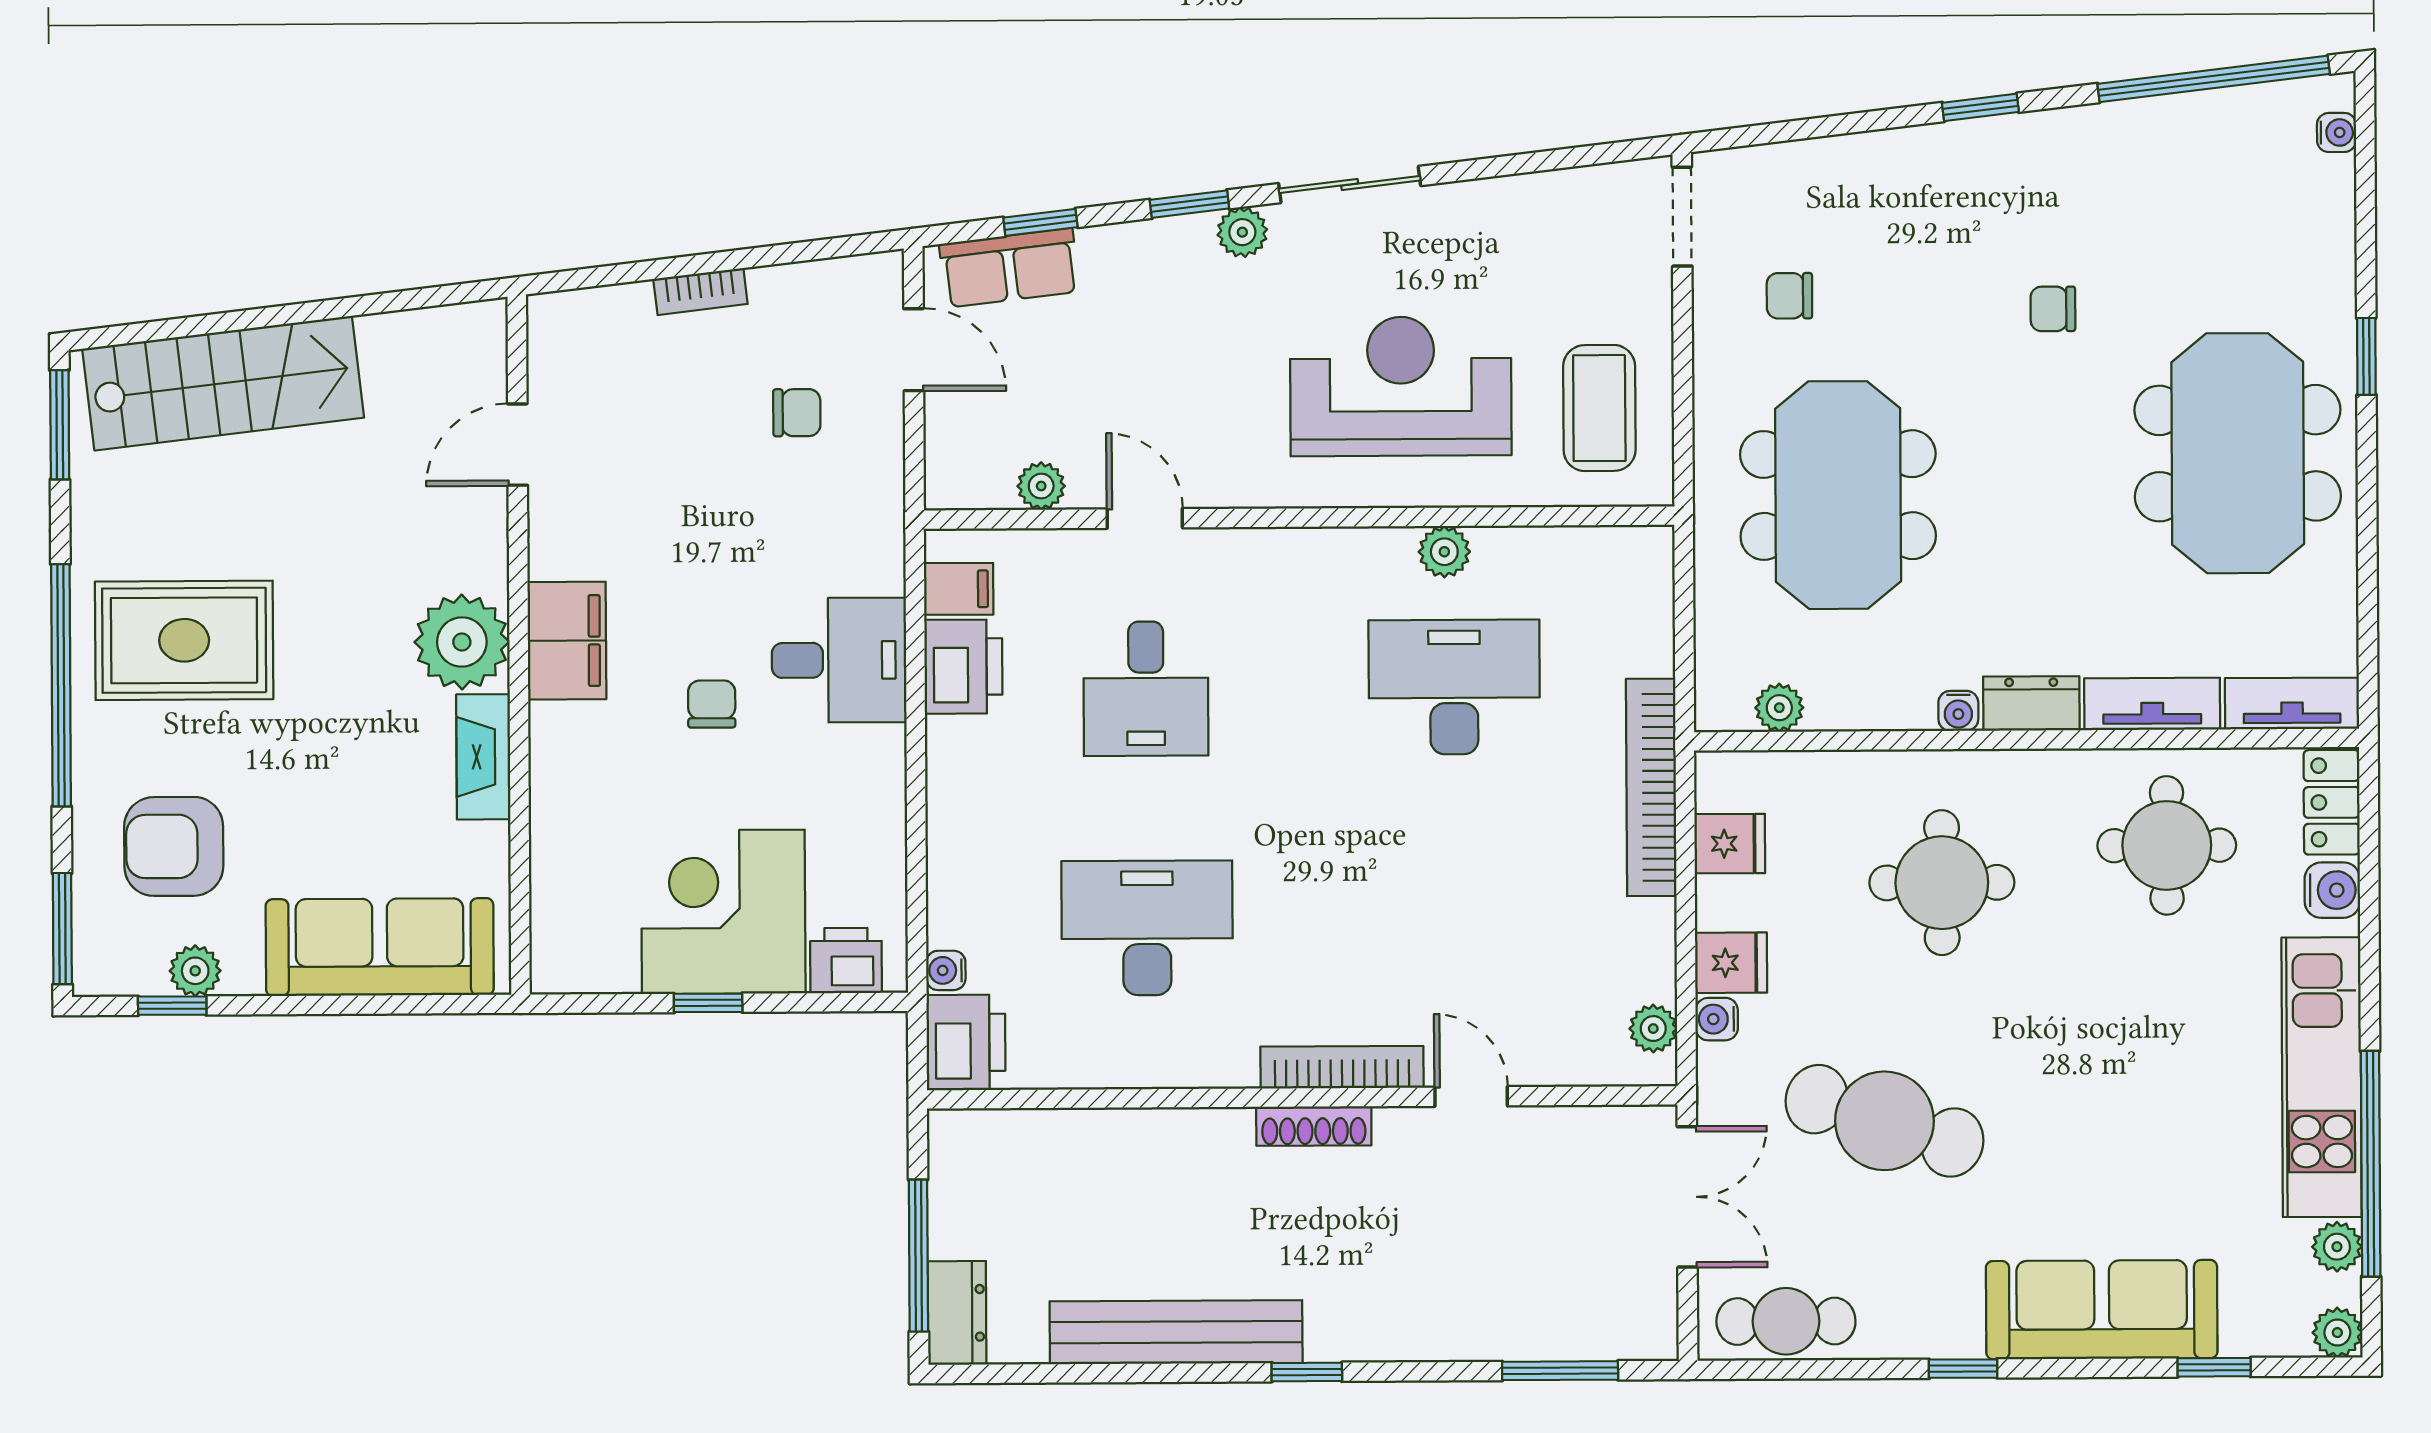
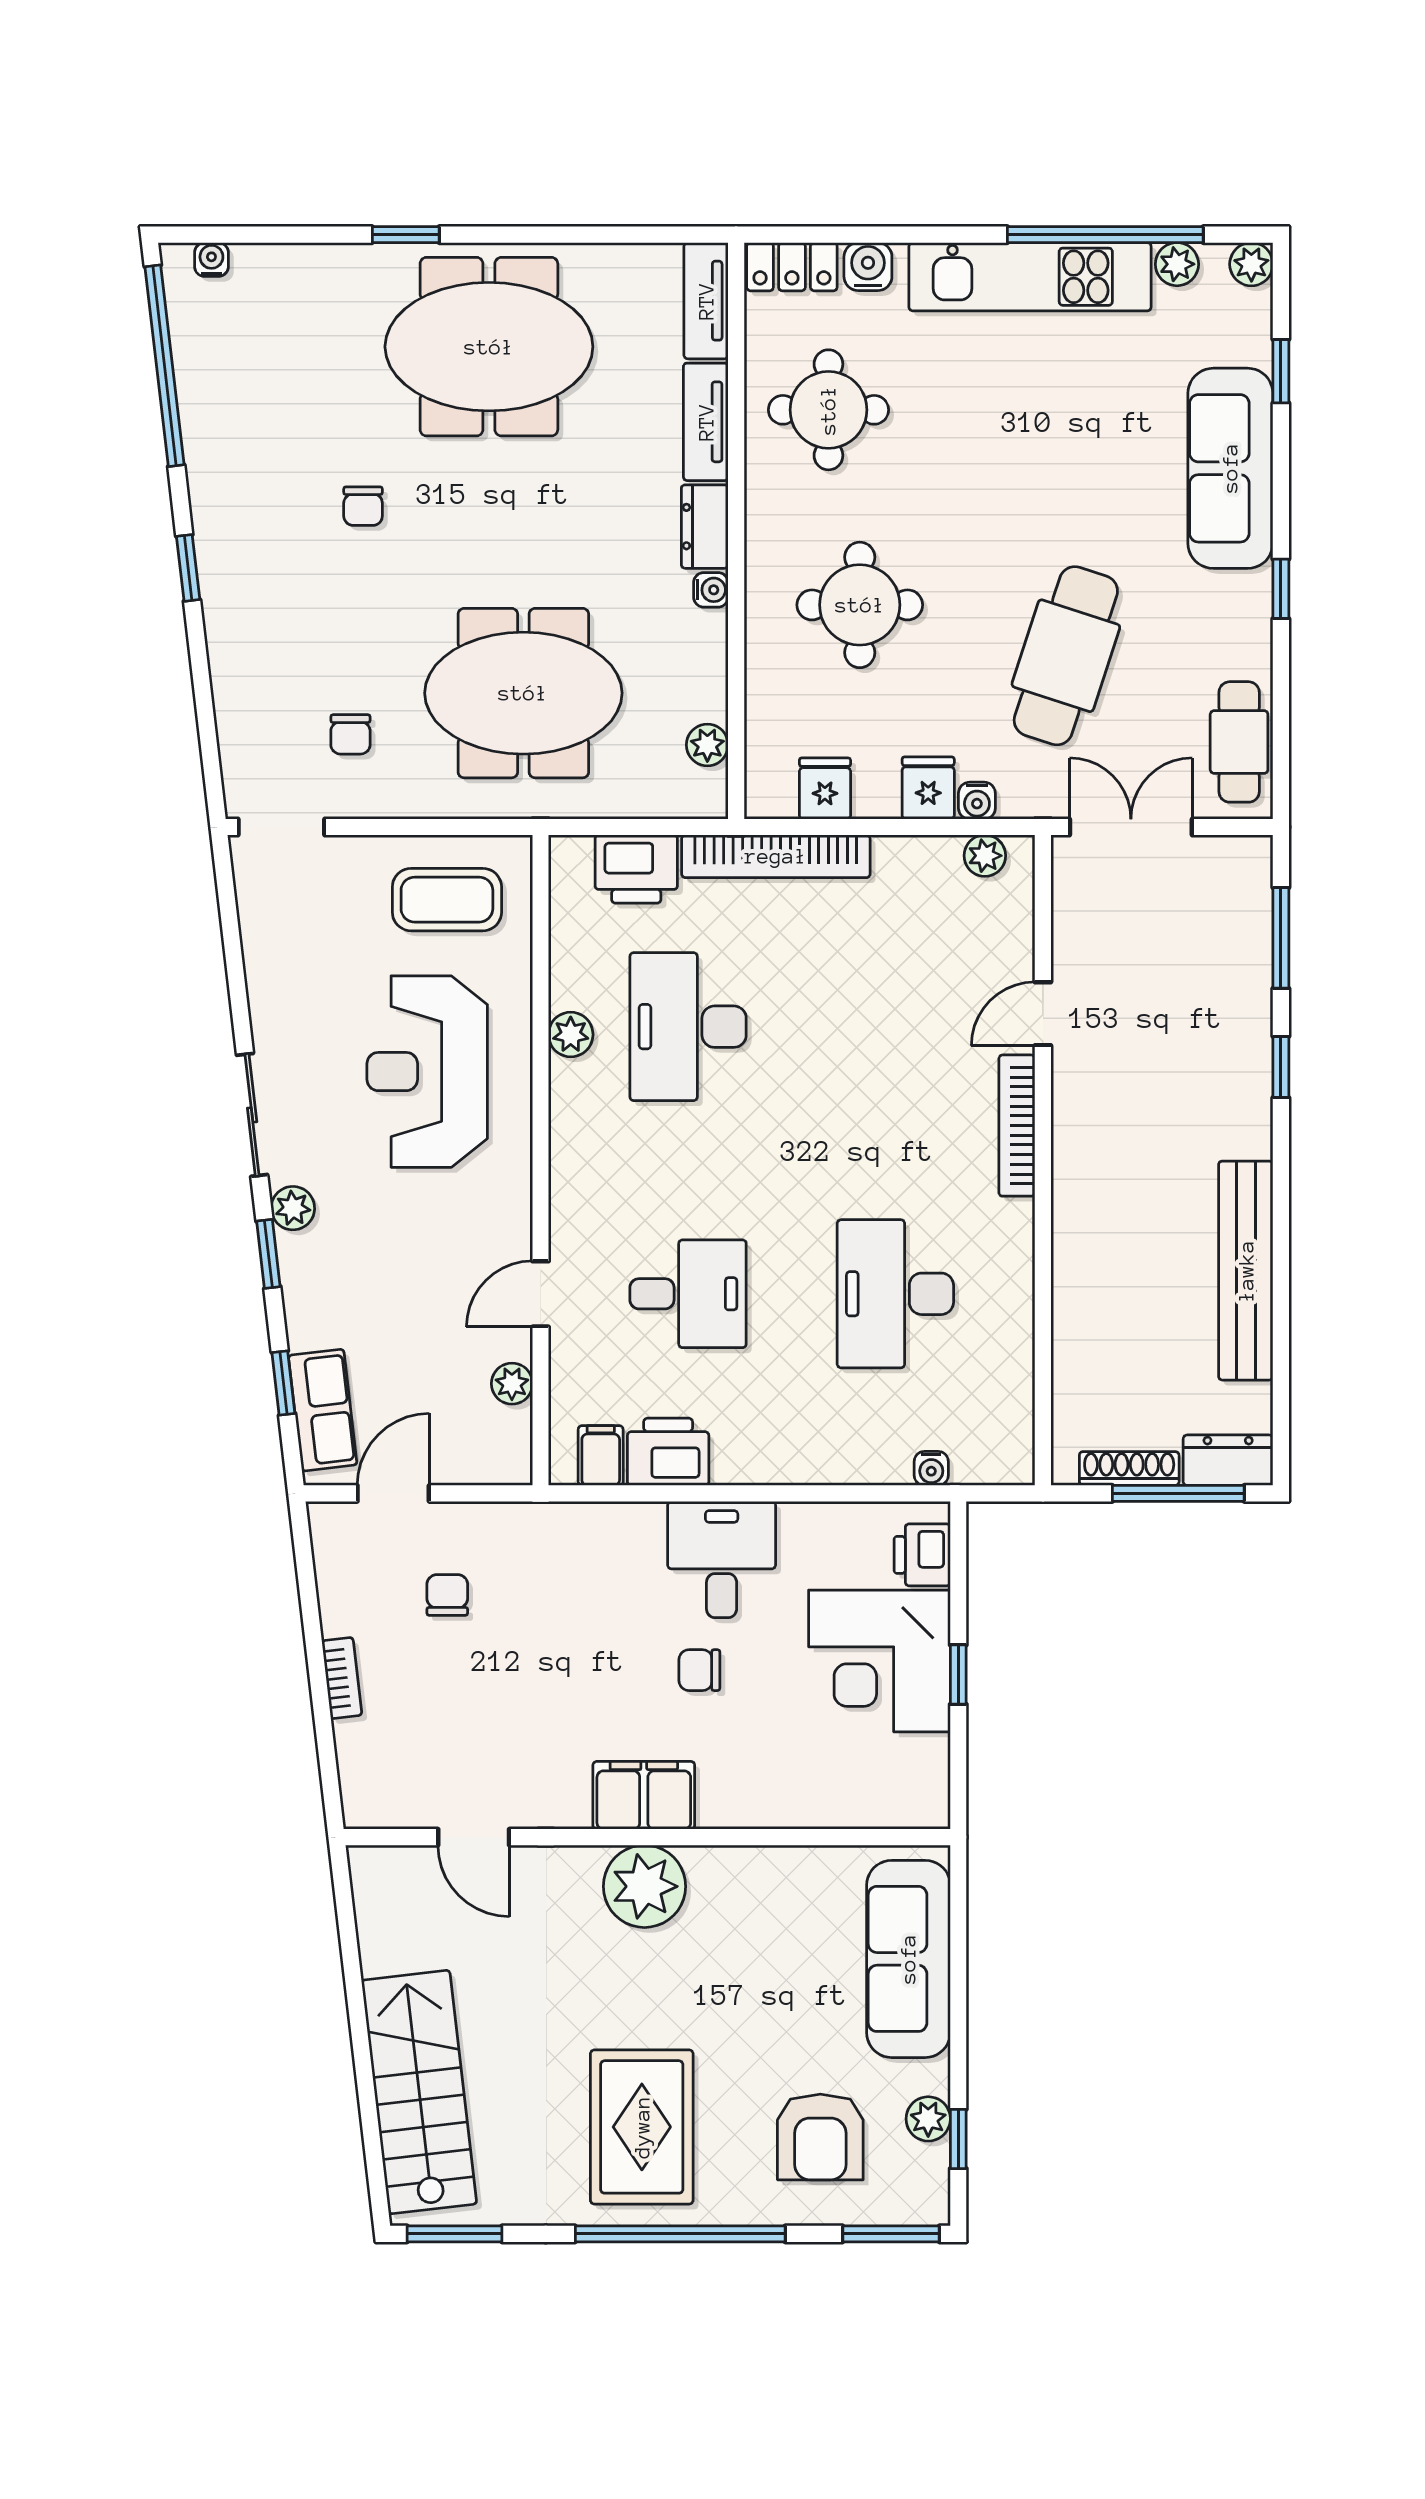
desk: (839, 660) -> (722, 1560), moved
fireplace: (483, 757) -> (744, 1868), removed
printer: (966, 1042) -> (636, 869), moved, turned 180
shoe rack: (1314, 1126) -> (1129, 1469), moved, turned -90
window: (1307, 1372) -> (1281, 1067), moved

